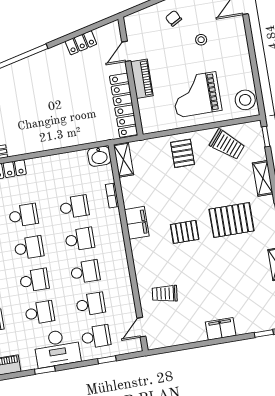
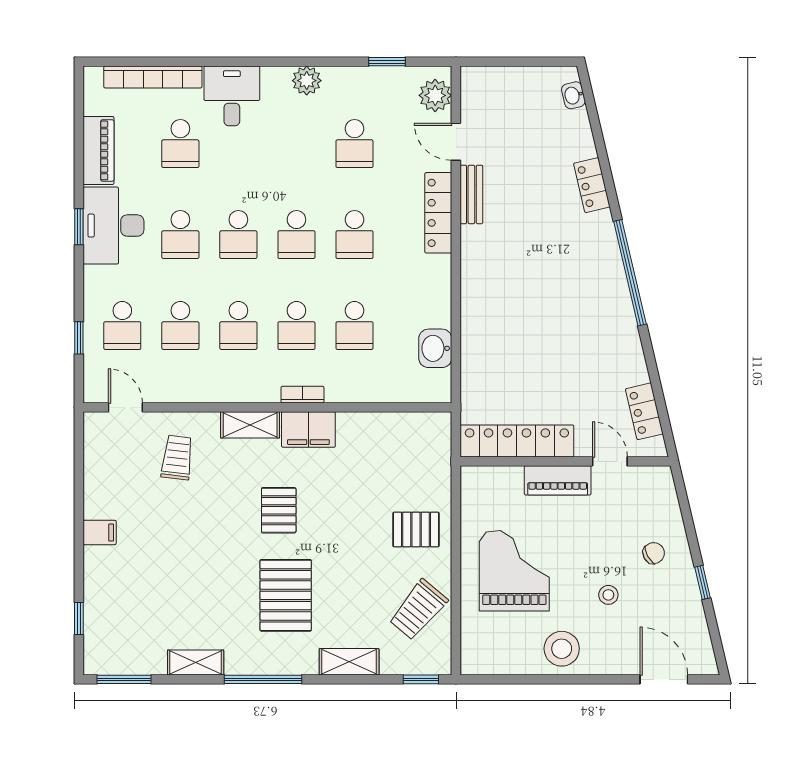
locker: (81, 43) -> (644, 411), moved
stool: (245, 100) -> (562, 649), moved
washbasin: (99, 156) -> (435, 348), moved
shelving: (123, 160) -> (250, 425), moved
bookcase: (112, 196) -> (302, 395), moved
filing cabinet: (221, 329) -> (100, 532), width x0.50
desk: (57, 348) -> (113, 226), moved

